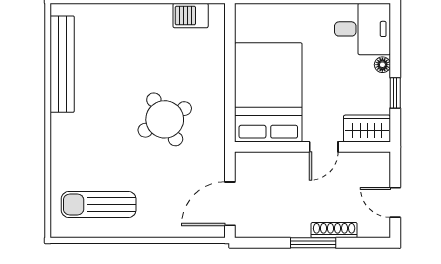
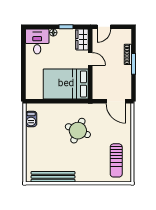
round table: (165, 119) -> (78, 131), turned -38
door: (395, 202) -> (104, 27), moved

